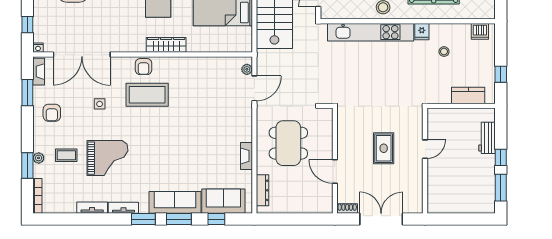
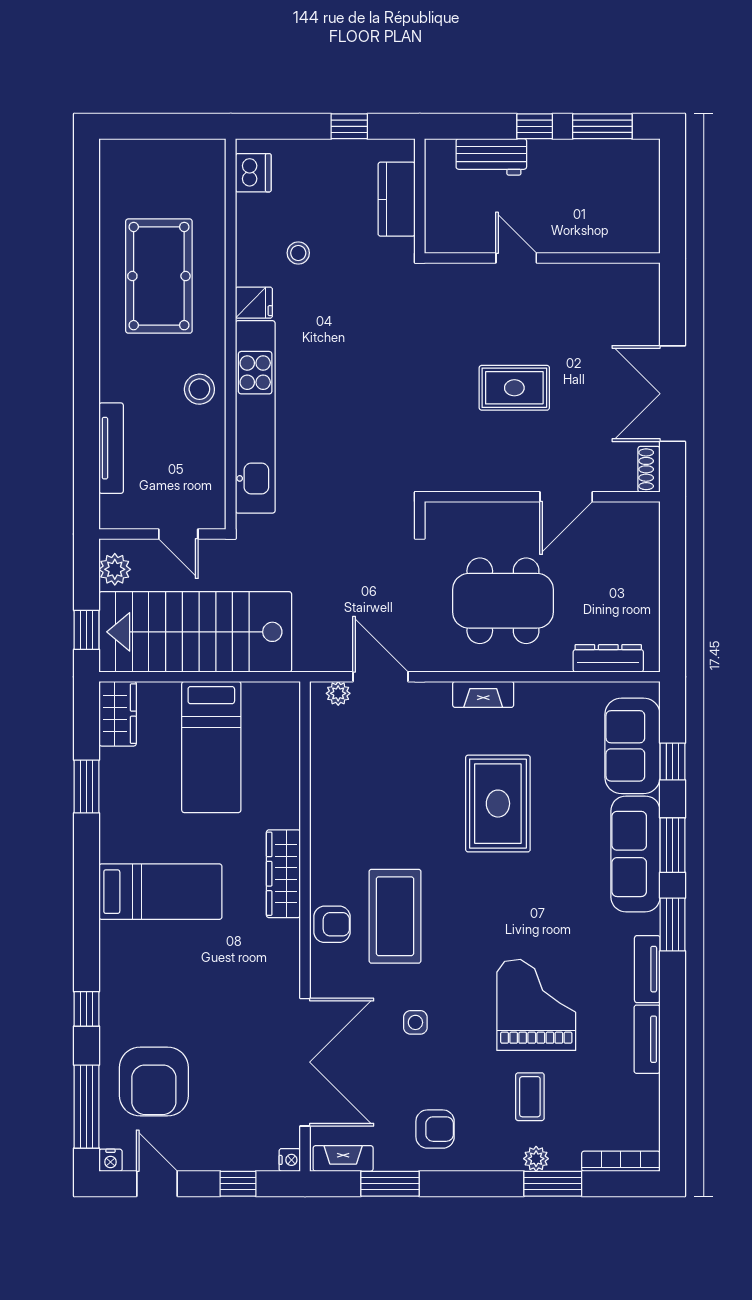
rug: (198, 141) -> (498, 804), added
door: (425, 149) -> (516, 258), moved
fireplace: (246, 156) -> (483, 694), moved
wall: (425, 161) -> (542, 258), moved

